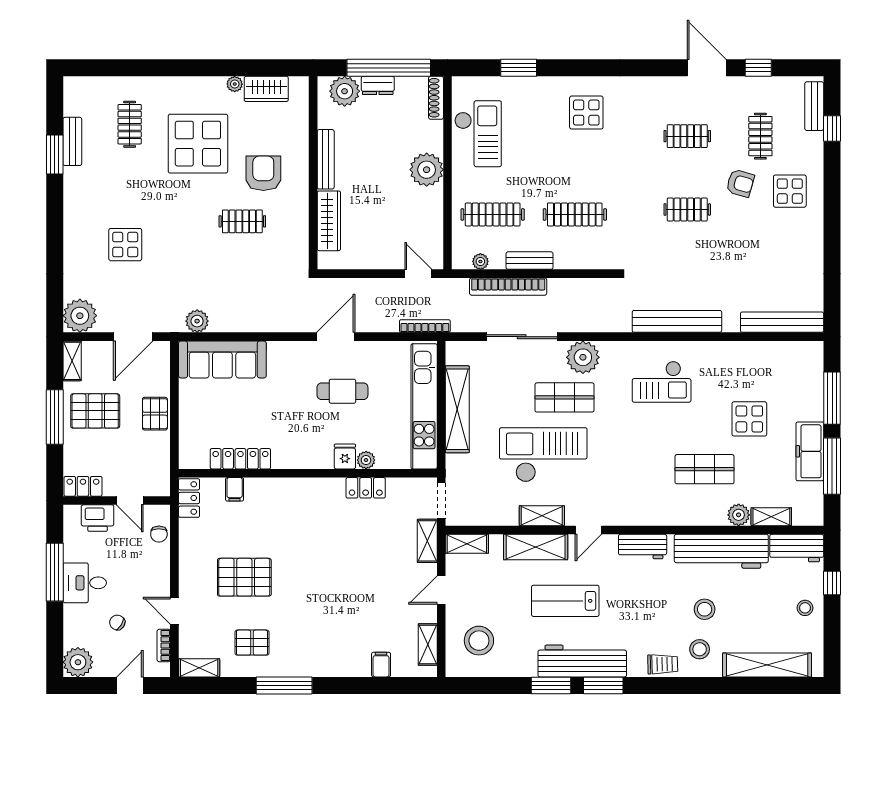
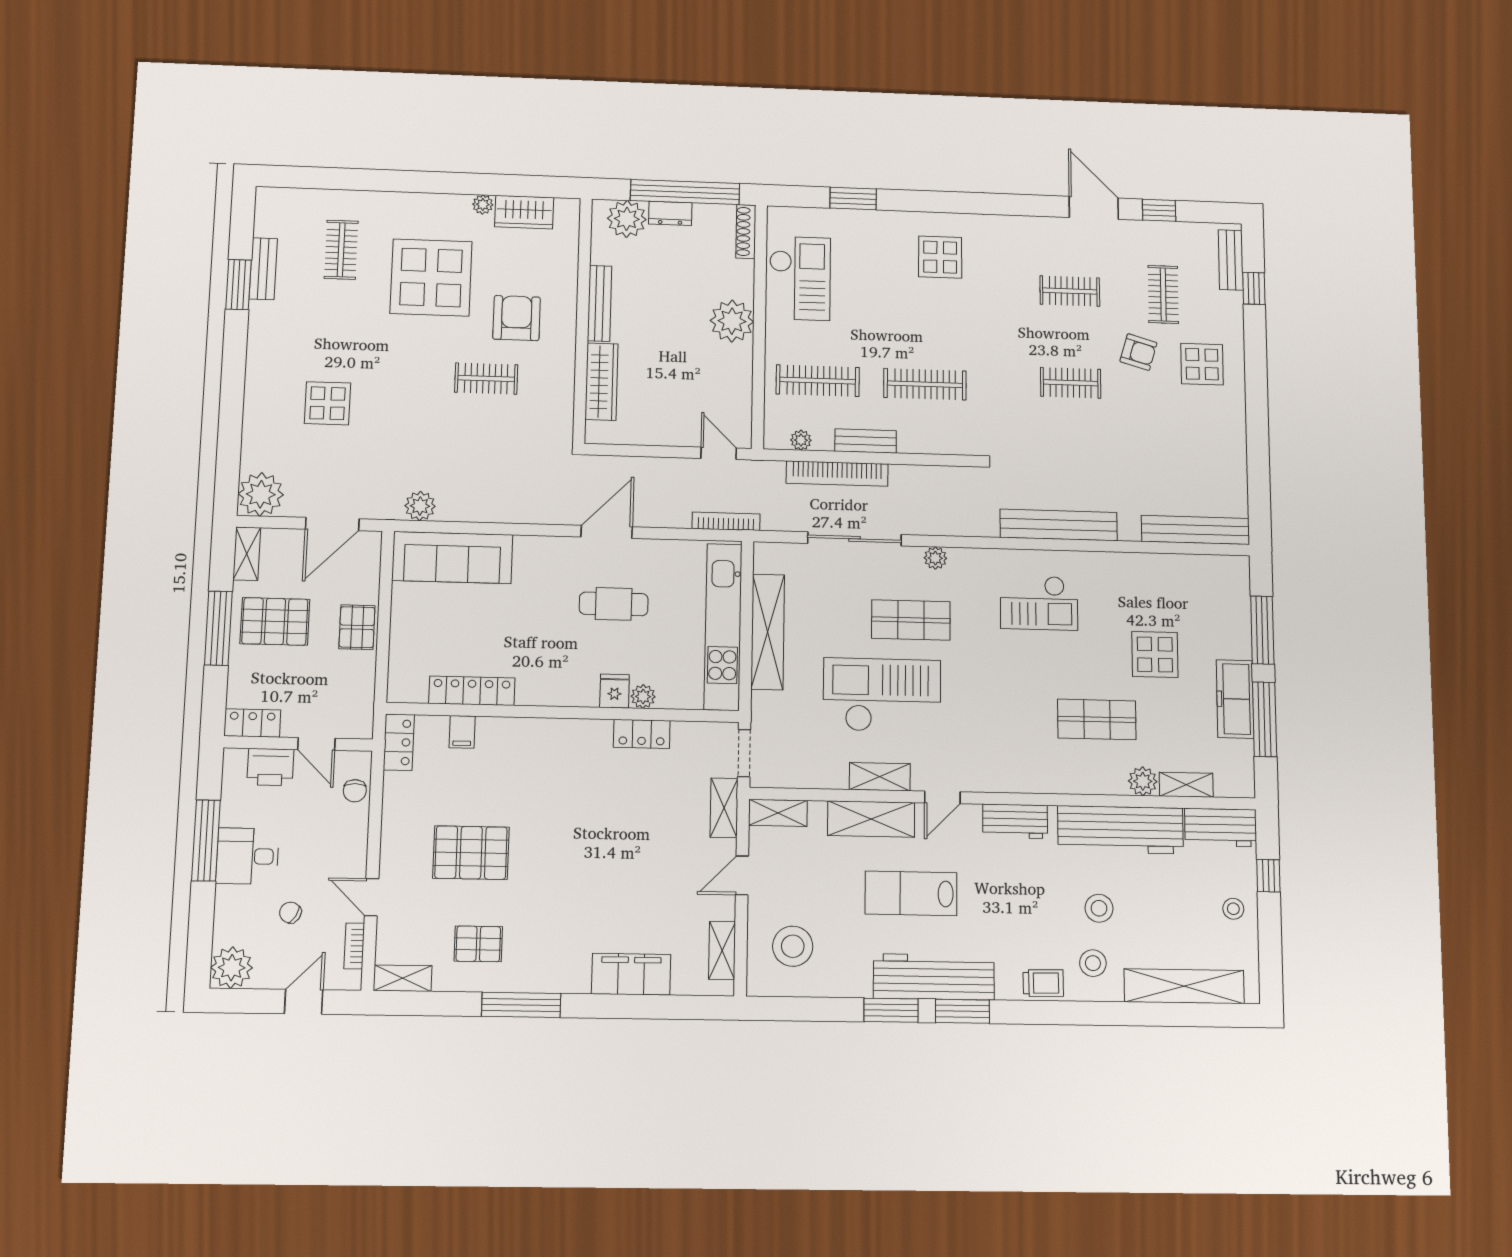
plant: (583, 357) -> (935, 558), width x0.53, depth x0.53
filing cabinet: (381, 665) -> (631, 974), width x3.00, depth x1.17

